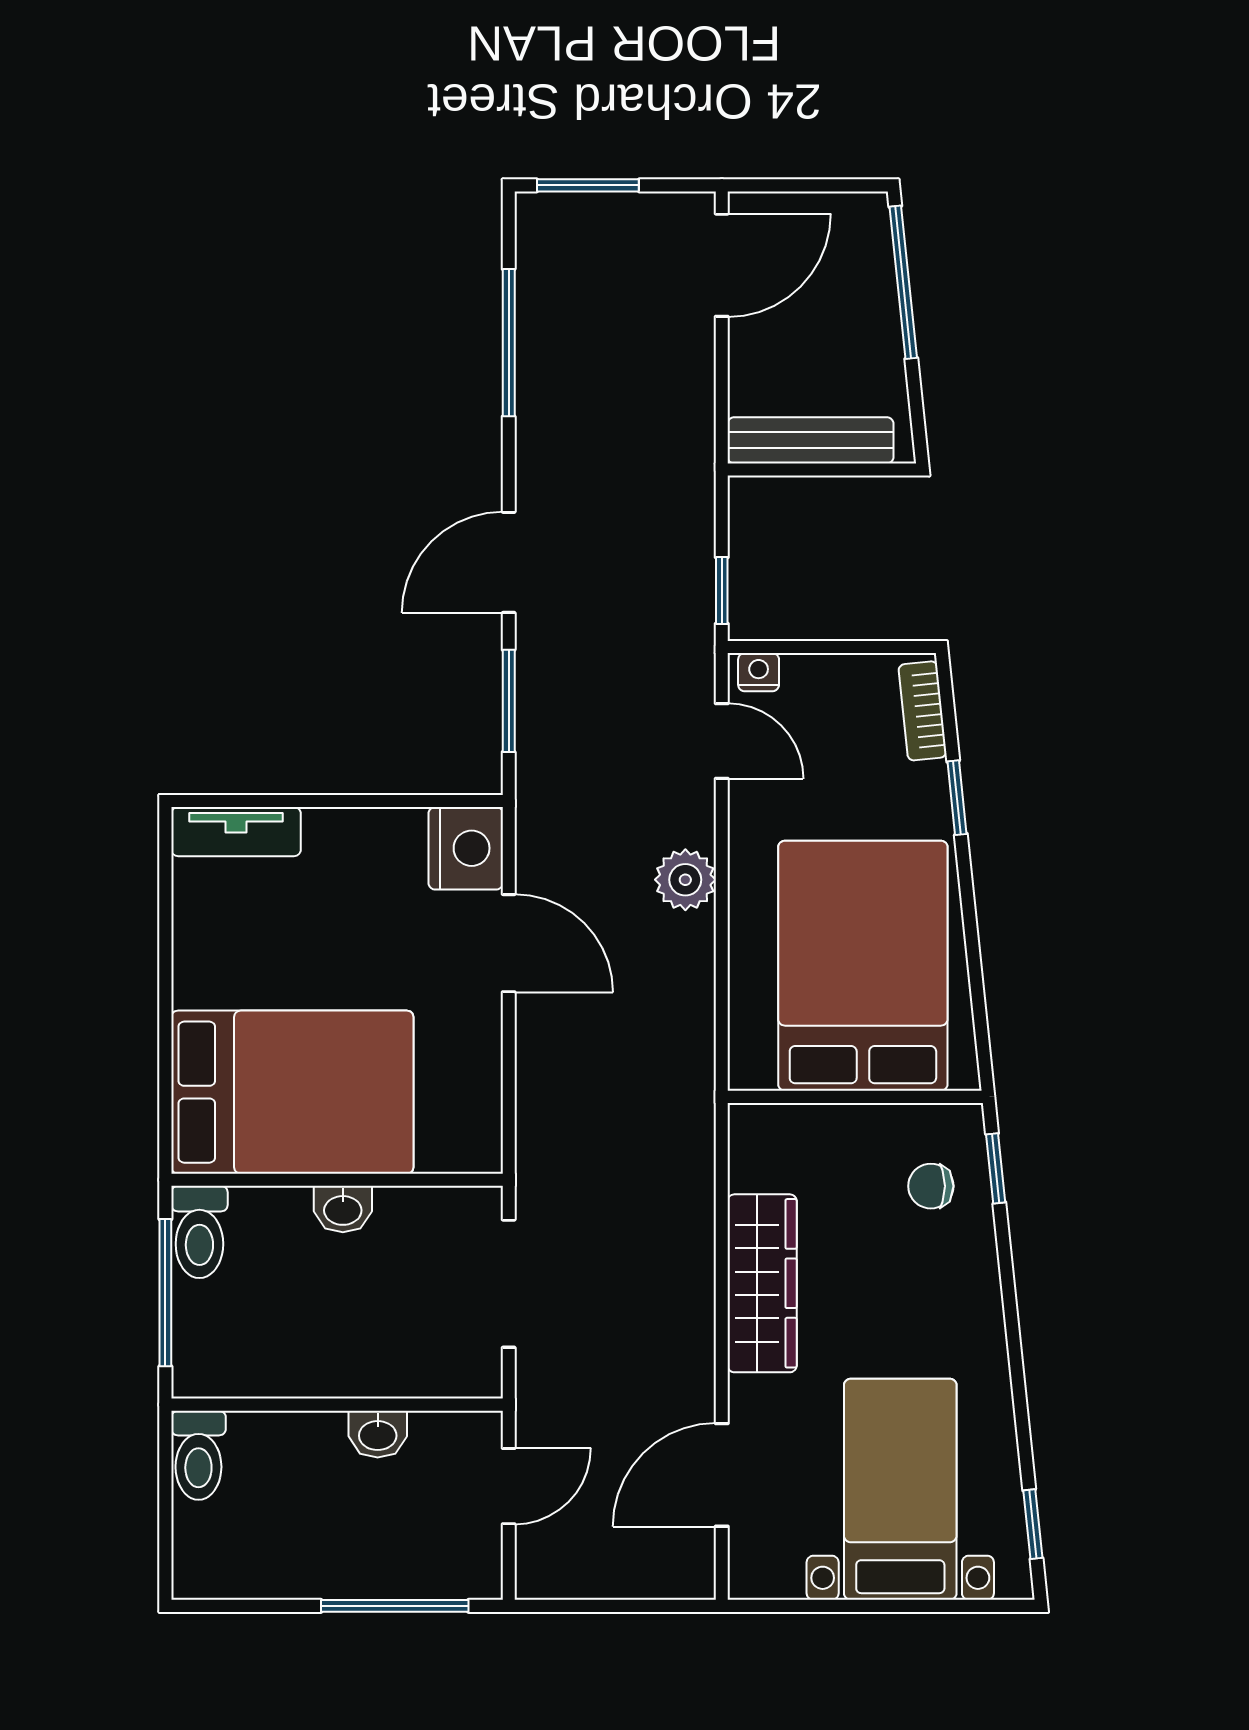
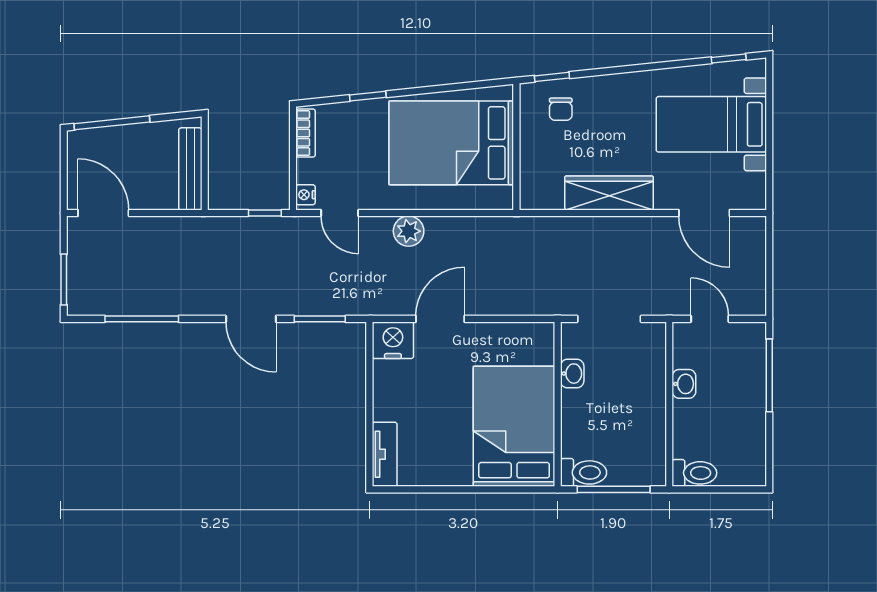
bookcase: (922, 711) -> (306, 133), moved, turned -84
door: (722, 741) -> (340, 213), swing flipped
washbasin: (343, 1209) -> (572, 374), moved

